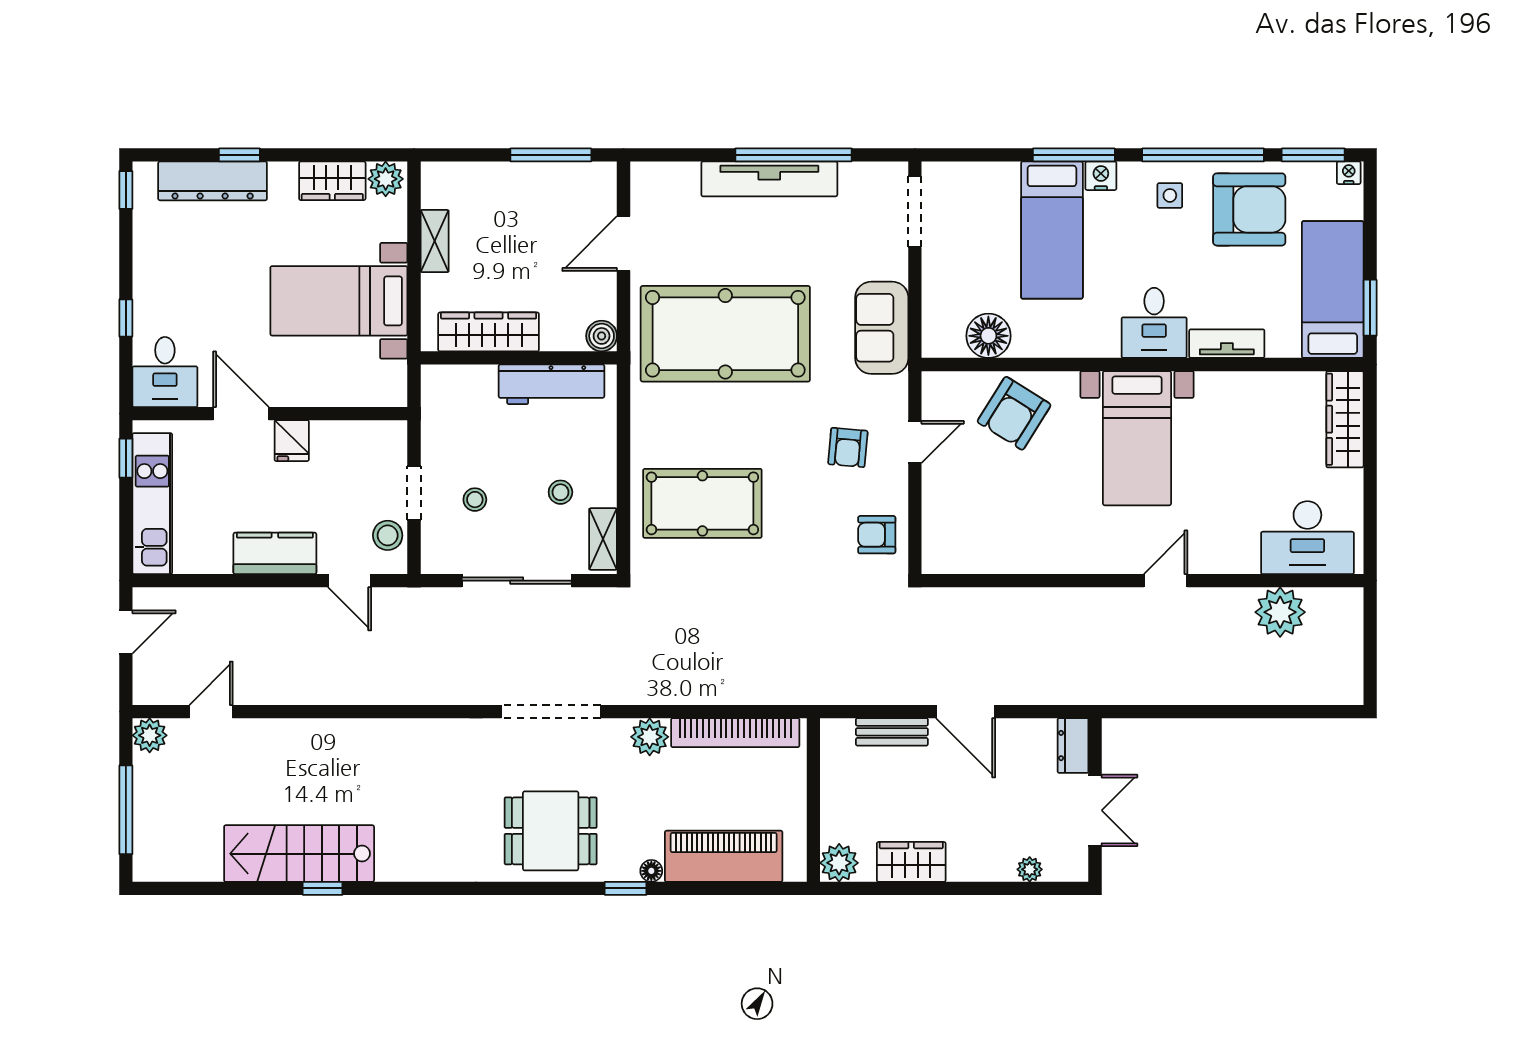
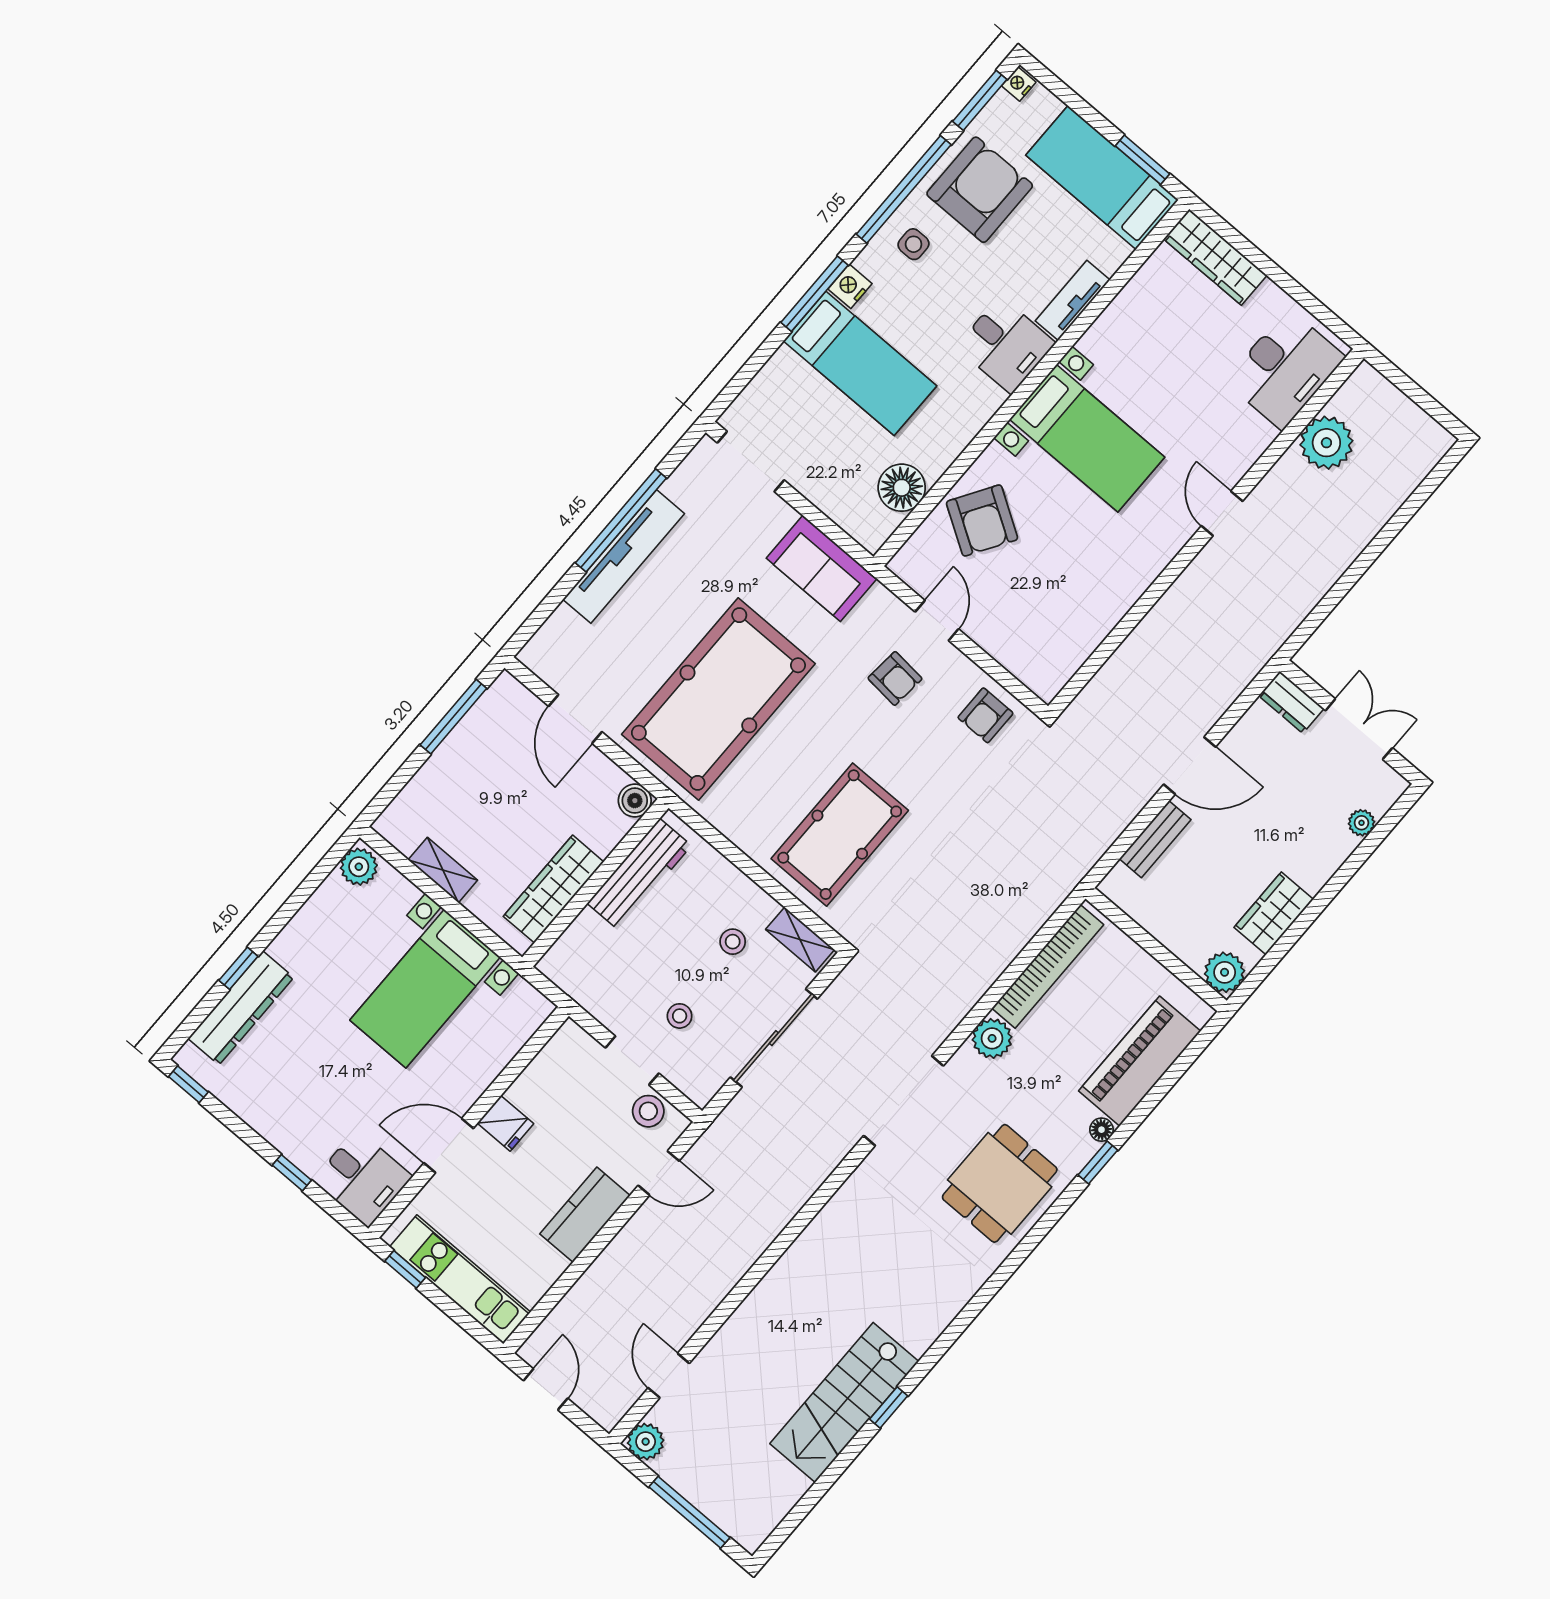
wardrobe: (332, 181) -> (323, 911), removed

